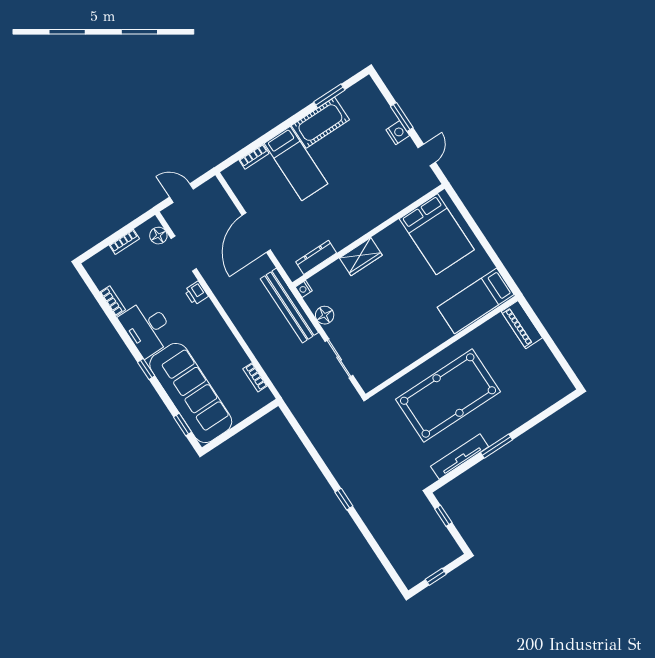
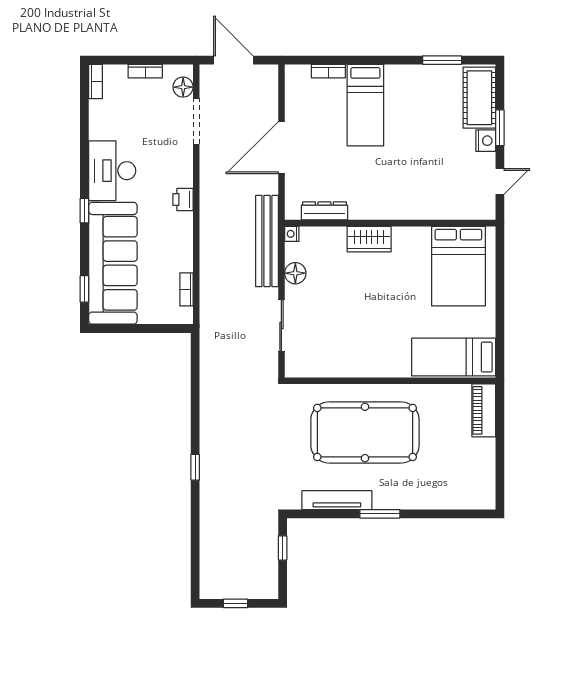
cot: (320, 123) -> (479, 98), moved, turned 90
door: (181, 193) -> (233, 60), width x1.38
printer: (196, 293) -> (183, 200), moved
bookcase: (113, 301) -> (96, 82), moved

